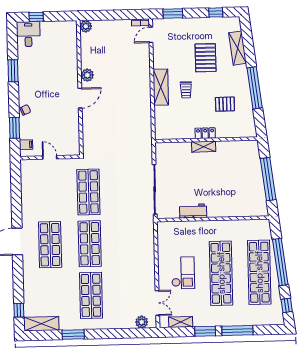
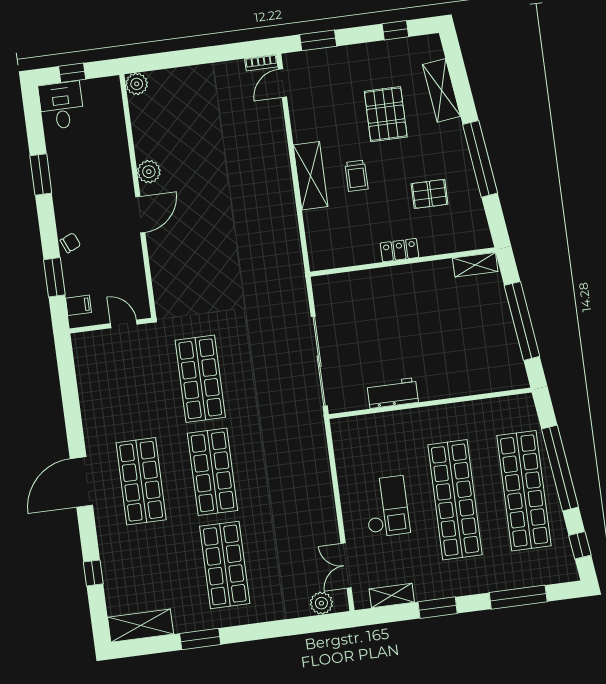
plant: (86, 26) -> (137, 84), moved
plant: (87, 75) -> (149, 172), moved
wall: (80, 88) -> (138, 196), moved
door: (80, 98) -> (140, 215), moved
shelving: (204, 147) -> (475, 265), moved
double door: (157, 303) -> (346, 566), swing flipped
window: (19, 310) -> (93, 573), moved
window: (237, 331) -> (518, 597), moved

